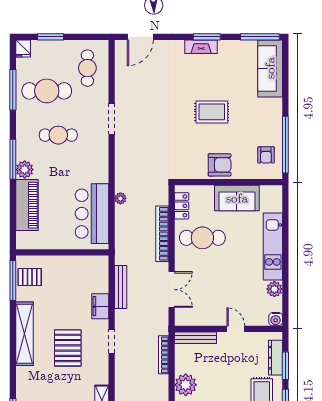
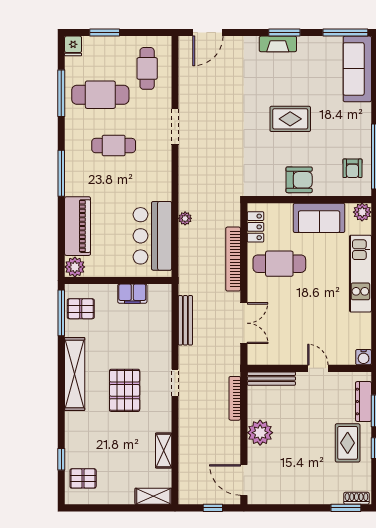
plant: (25, 170) -> (75, 267), moved
plant: (274, 289) -> (362, 212), moved
filing cabinet: (100, 306) -> (132, 294), moved, turned -90

